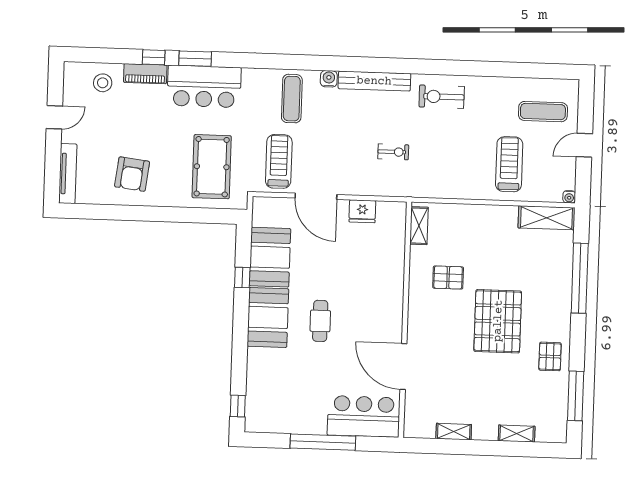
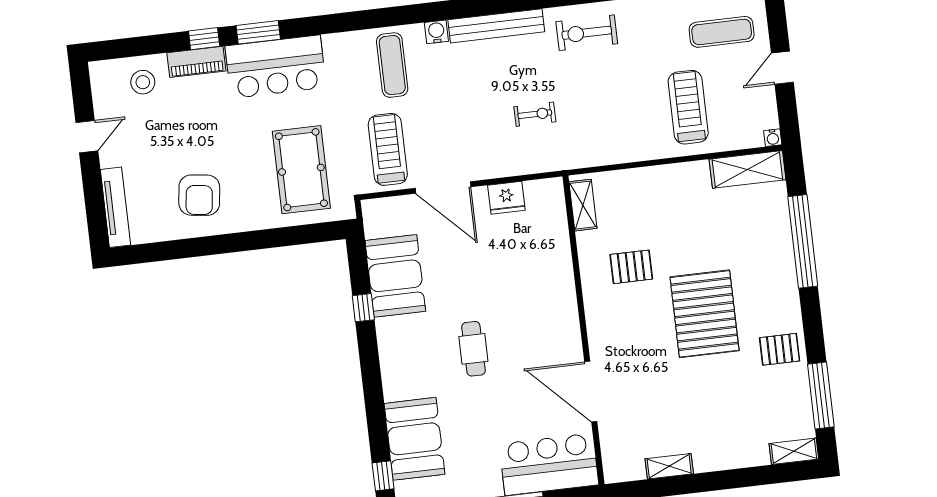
booth: (268, 317) -> (415, 439), moved
pallet: (550, 356) -> (780, 349), turned 90
shelving: (517, 434) -> (794, 451), moved

